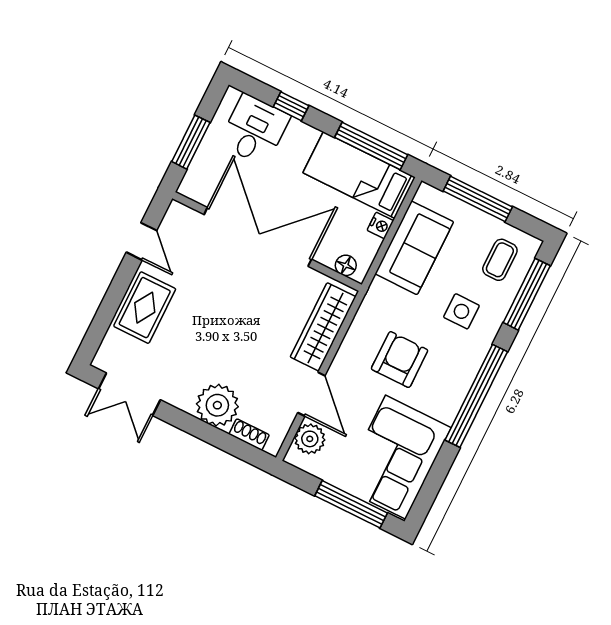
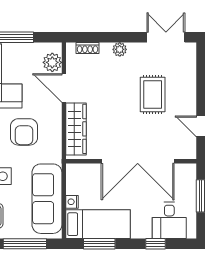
window: (371, 146) -> (99, 244), width x0.69
sofa: (414, 248) -> (47, 199), width x1.36
floor lamp: (346, 265) -> (80, 170), removed
rug: (145, 308) -> (153, 94), moved
plant: (217, 405) -> (120, 49), width x0.53, depth x0.53

